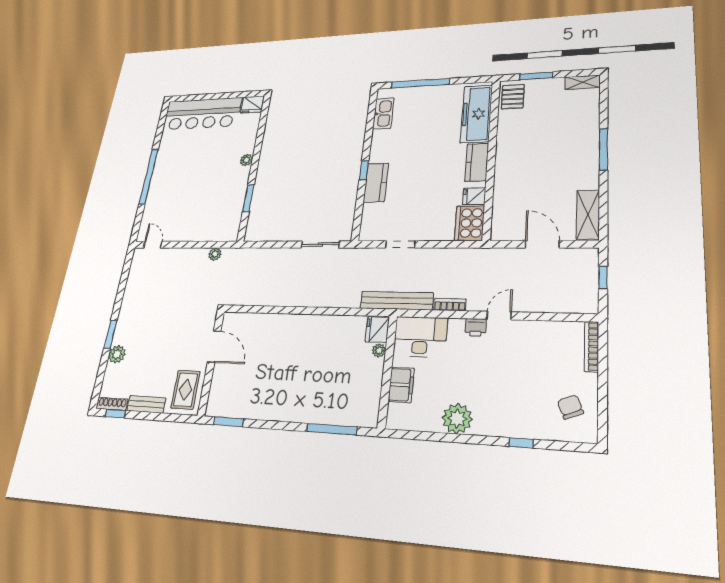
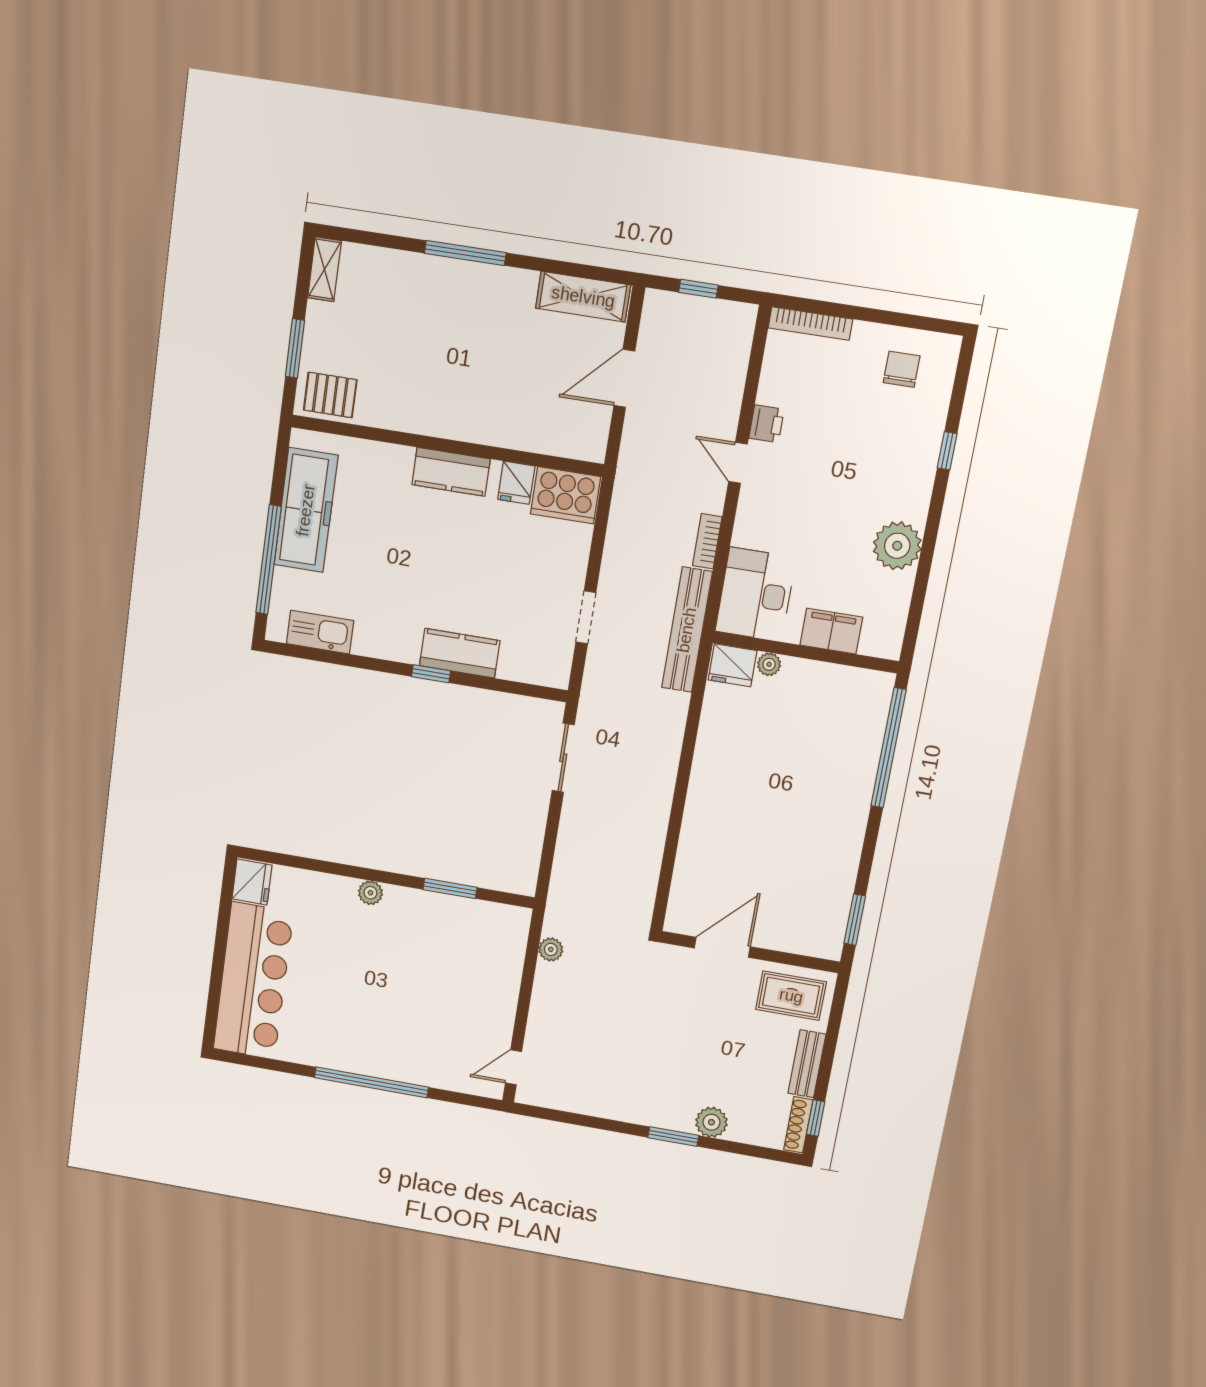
freezer: (476, 114) -> (306, 510), moved, turned -90
printer: (476, 327) -> (767, 424), moved
chair: (570, 407) -> (902, 369), turned 112
window: (332, 429) -> (889, 748), width x1.46

